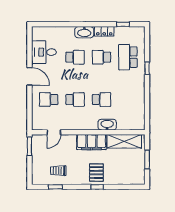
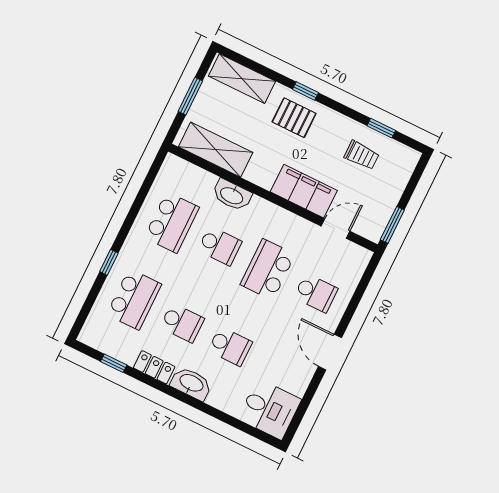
desk: (44, 52) -> (270, 409), moved
school desk: (75, 57) -> (230, 346), turned 180
school desk: (75, 99) -> (268, 269), width x1.85
school desk: (101, 99) -> (220, 246), turned 180
school desk: (128, 99) -> (172, 222), added
filing cabinet: (91, 142) -> (304, 191), moved
pallet: (96, 173) -> (294, 118), turned 90
shelving: (128, 179) -> (242, 79), added

